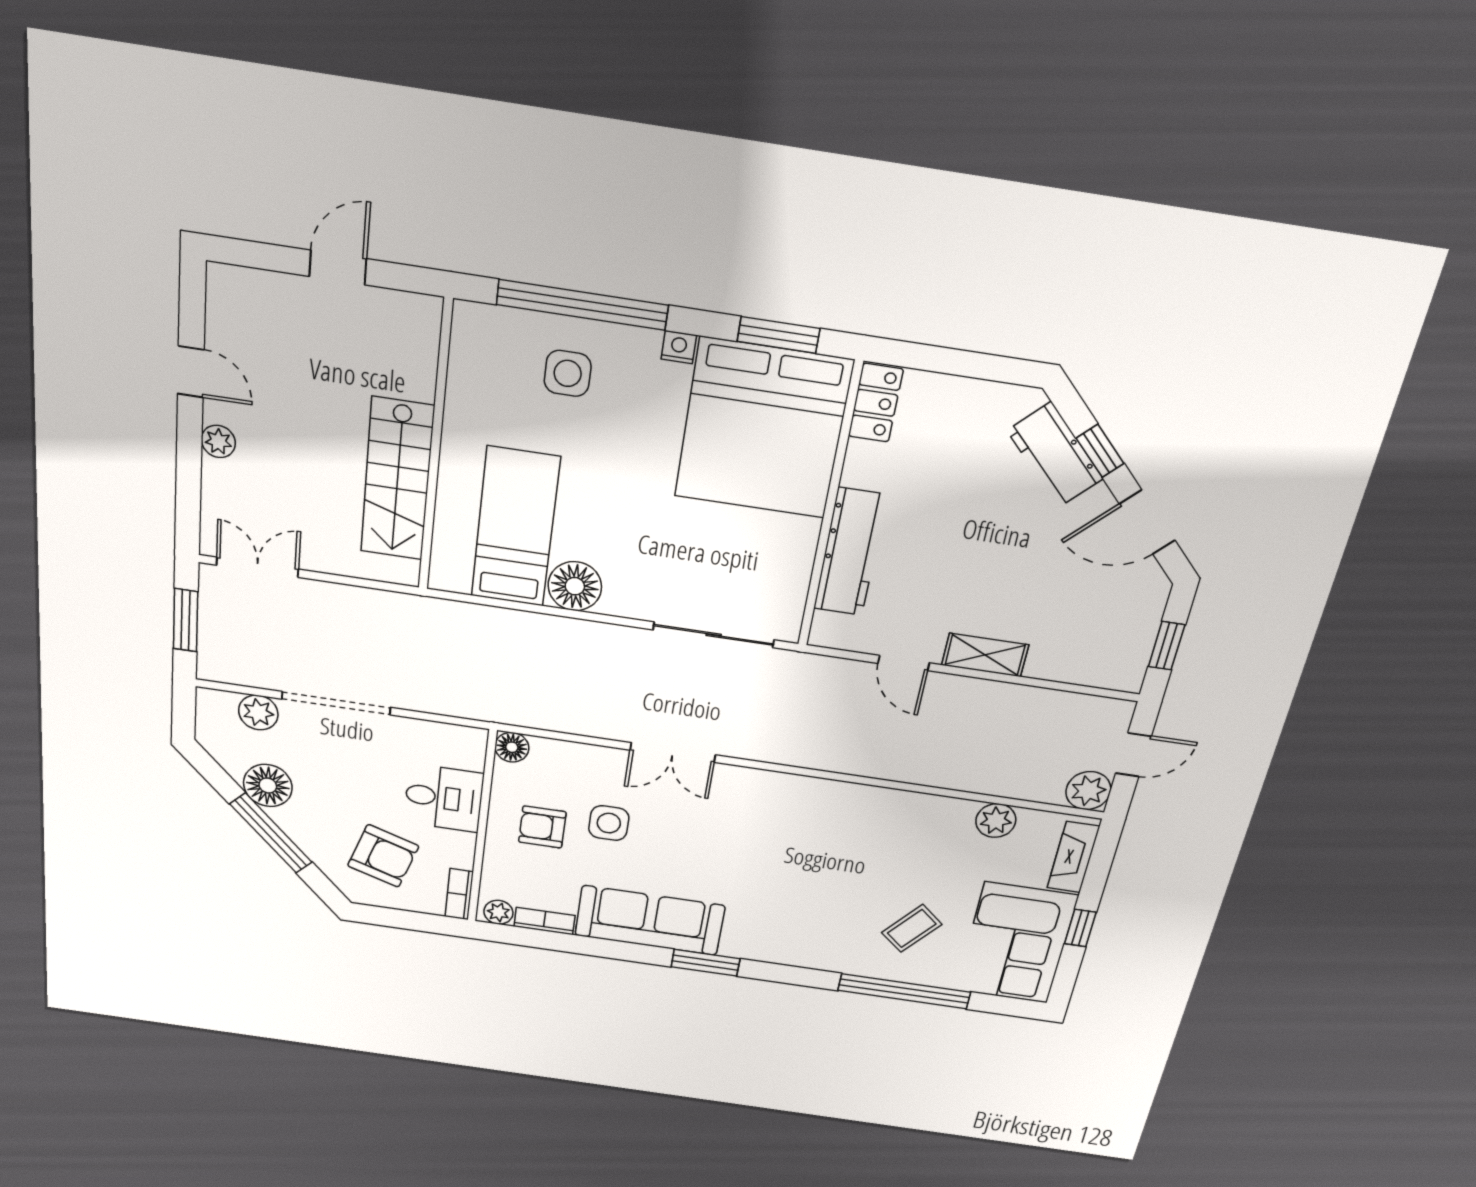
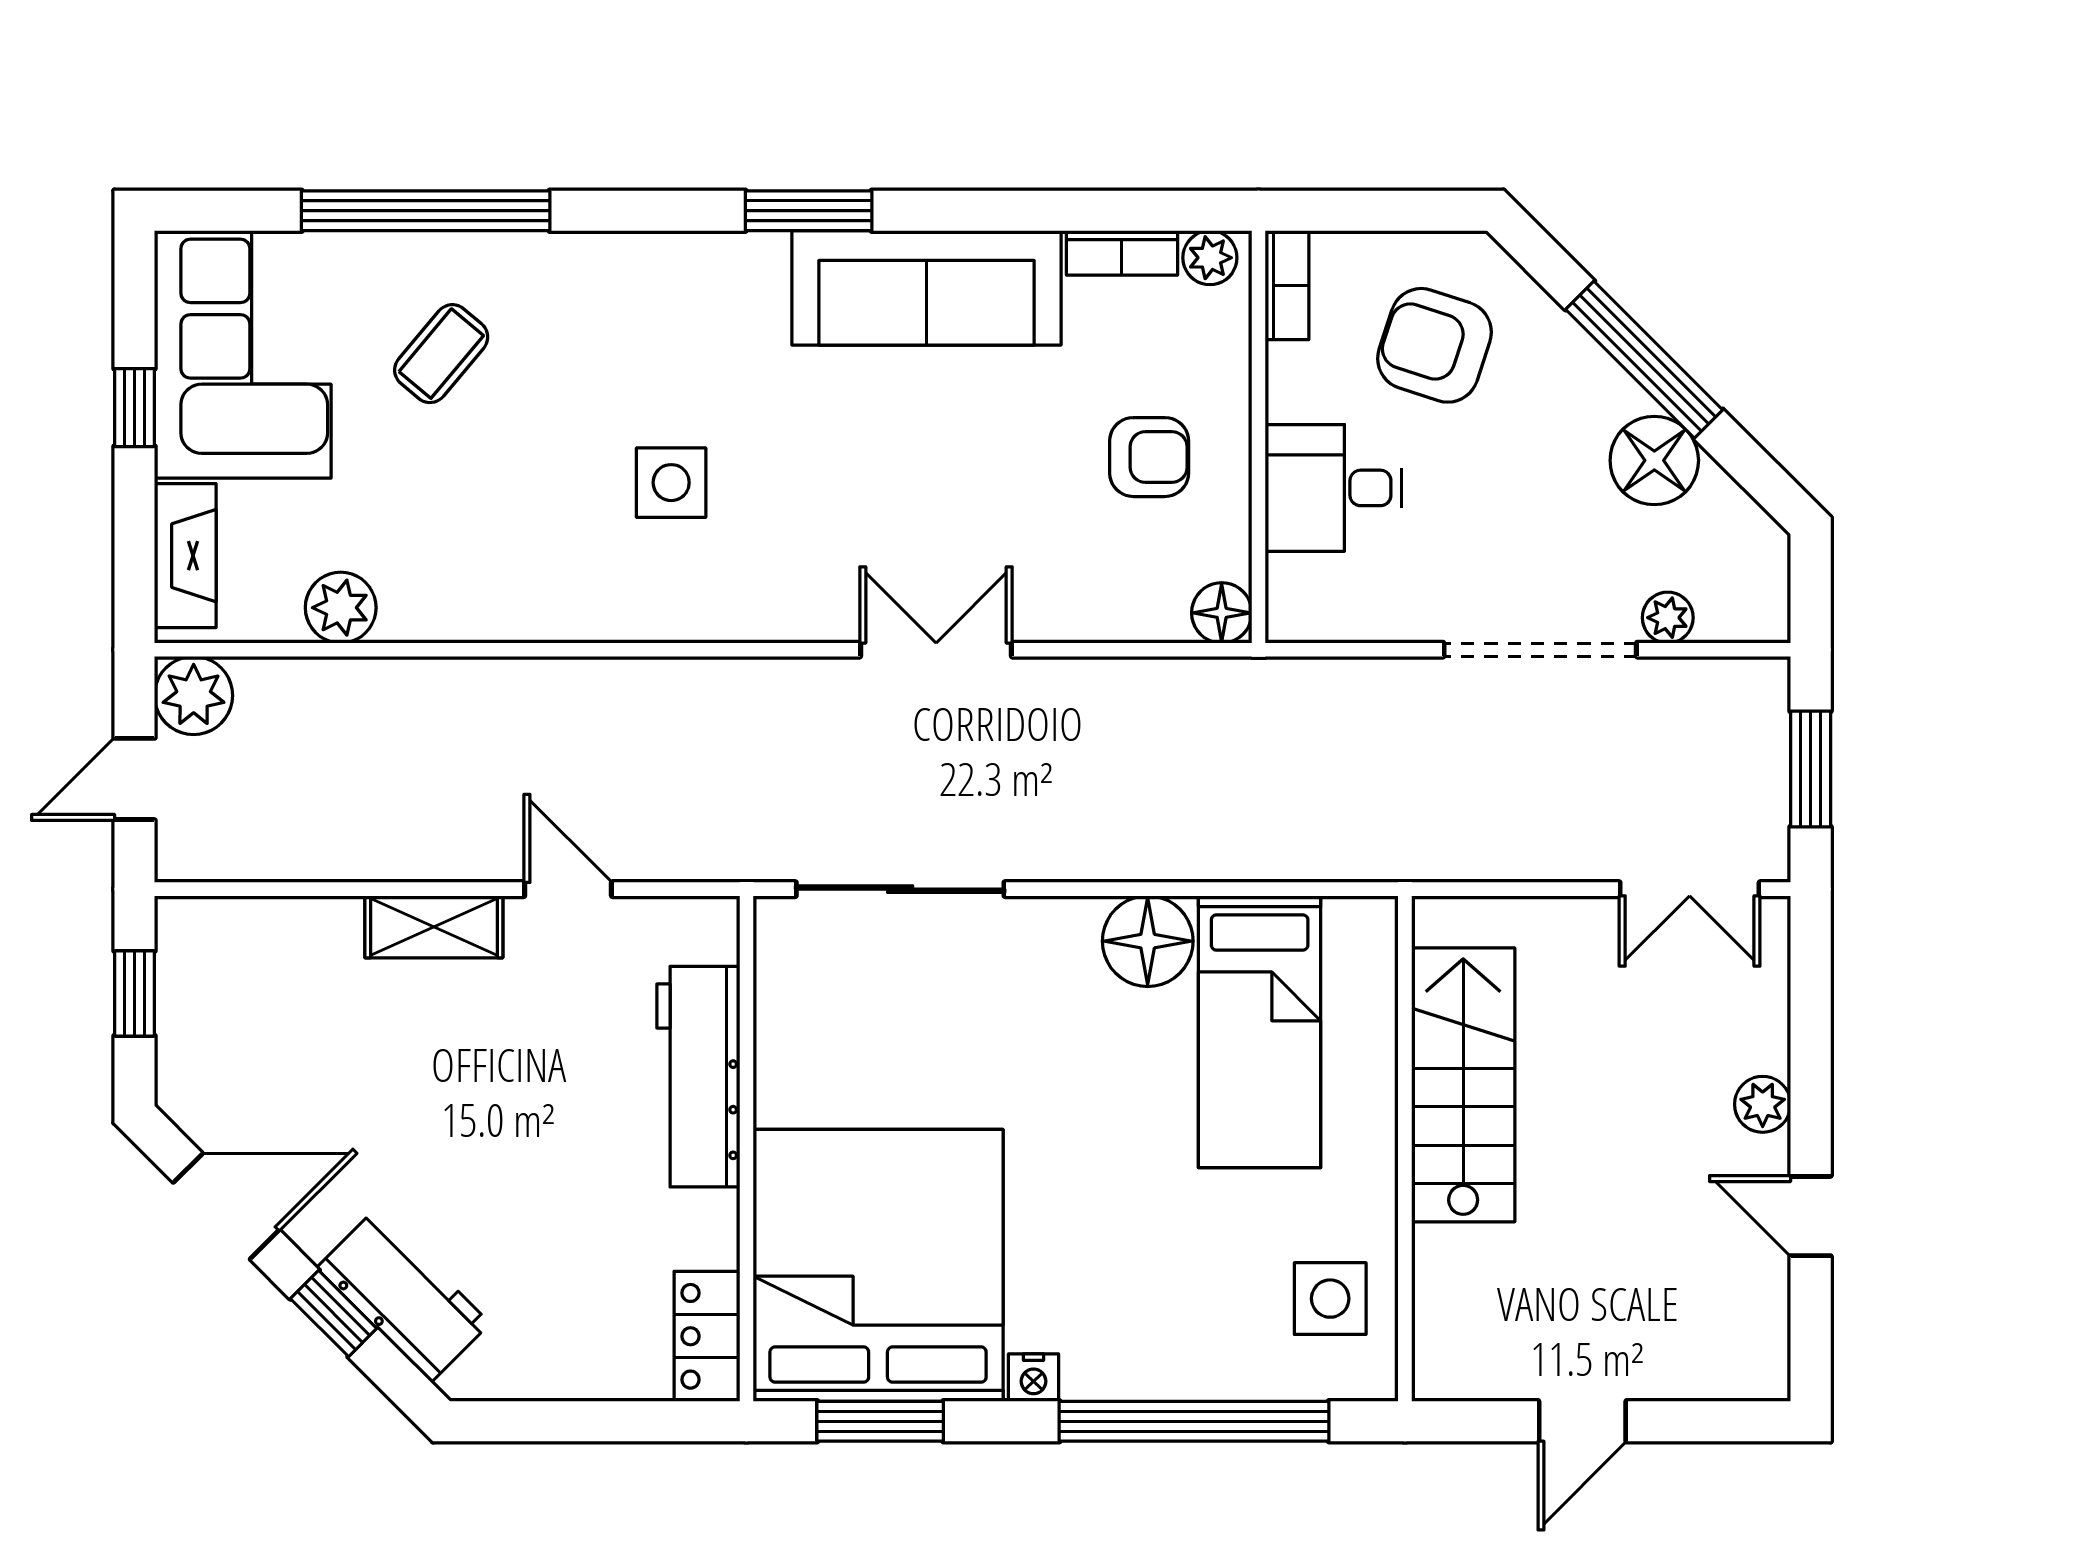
side table: (568, 373) -> (1330, 1299), moved
plant: (258, 713) -> (1668, 618), width x0.73, depth x0.73
side table: (609, 823) -> (671, 483), moved

